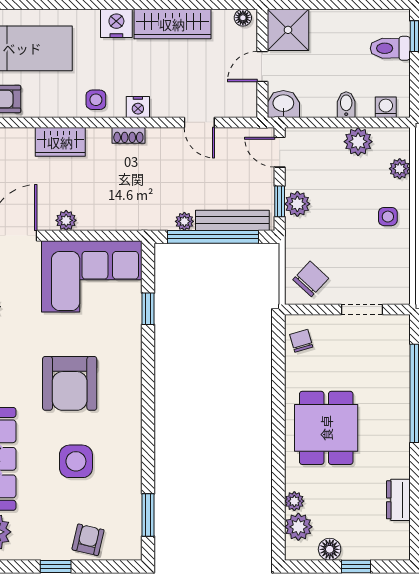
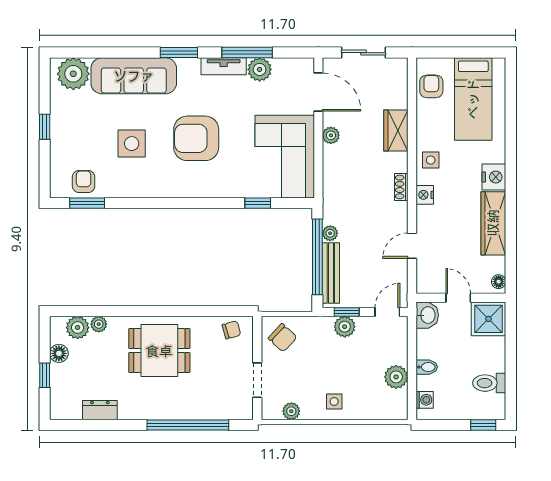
toilet: (390, 48) -> (489, 383), moved, turned -90
plant: (400, 169) -> (291, 411), moved
armchair: (88, 540) -> (84, 181), moved, turned -103

